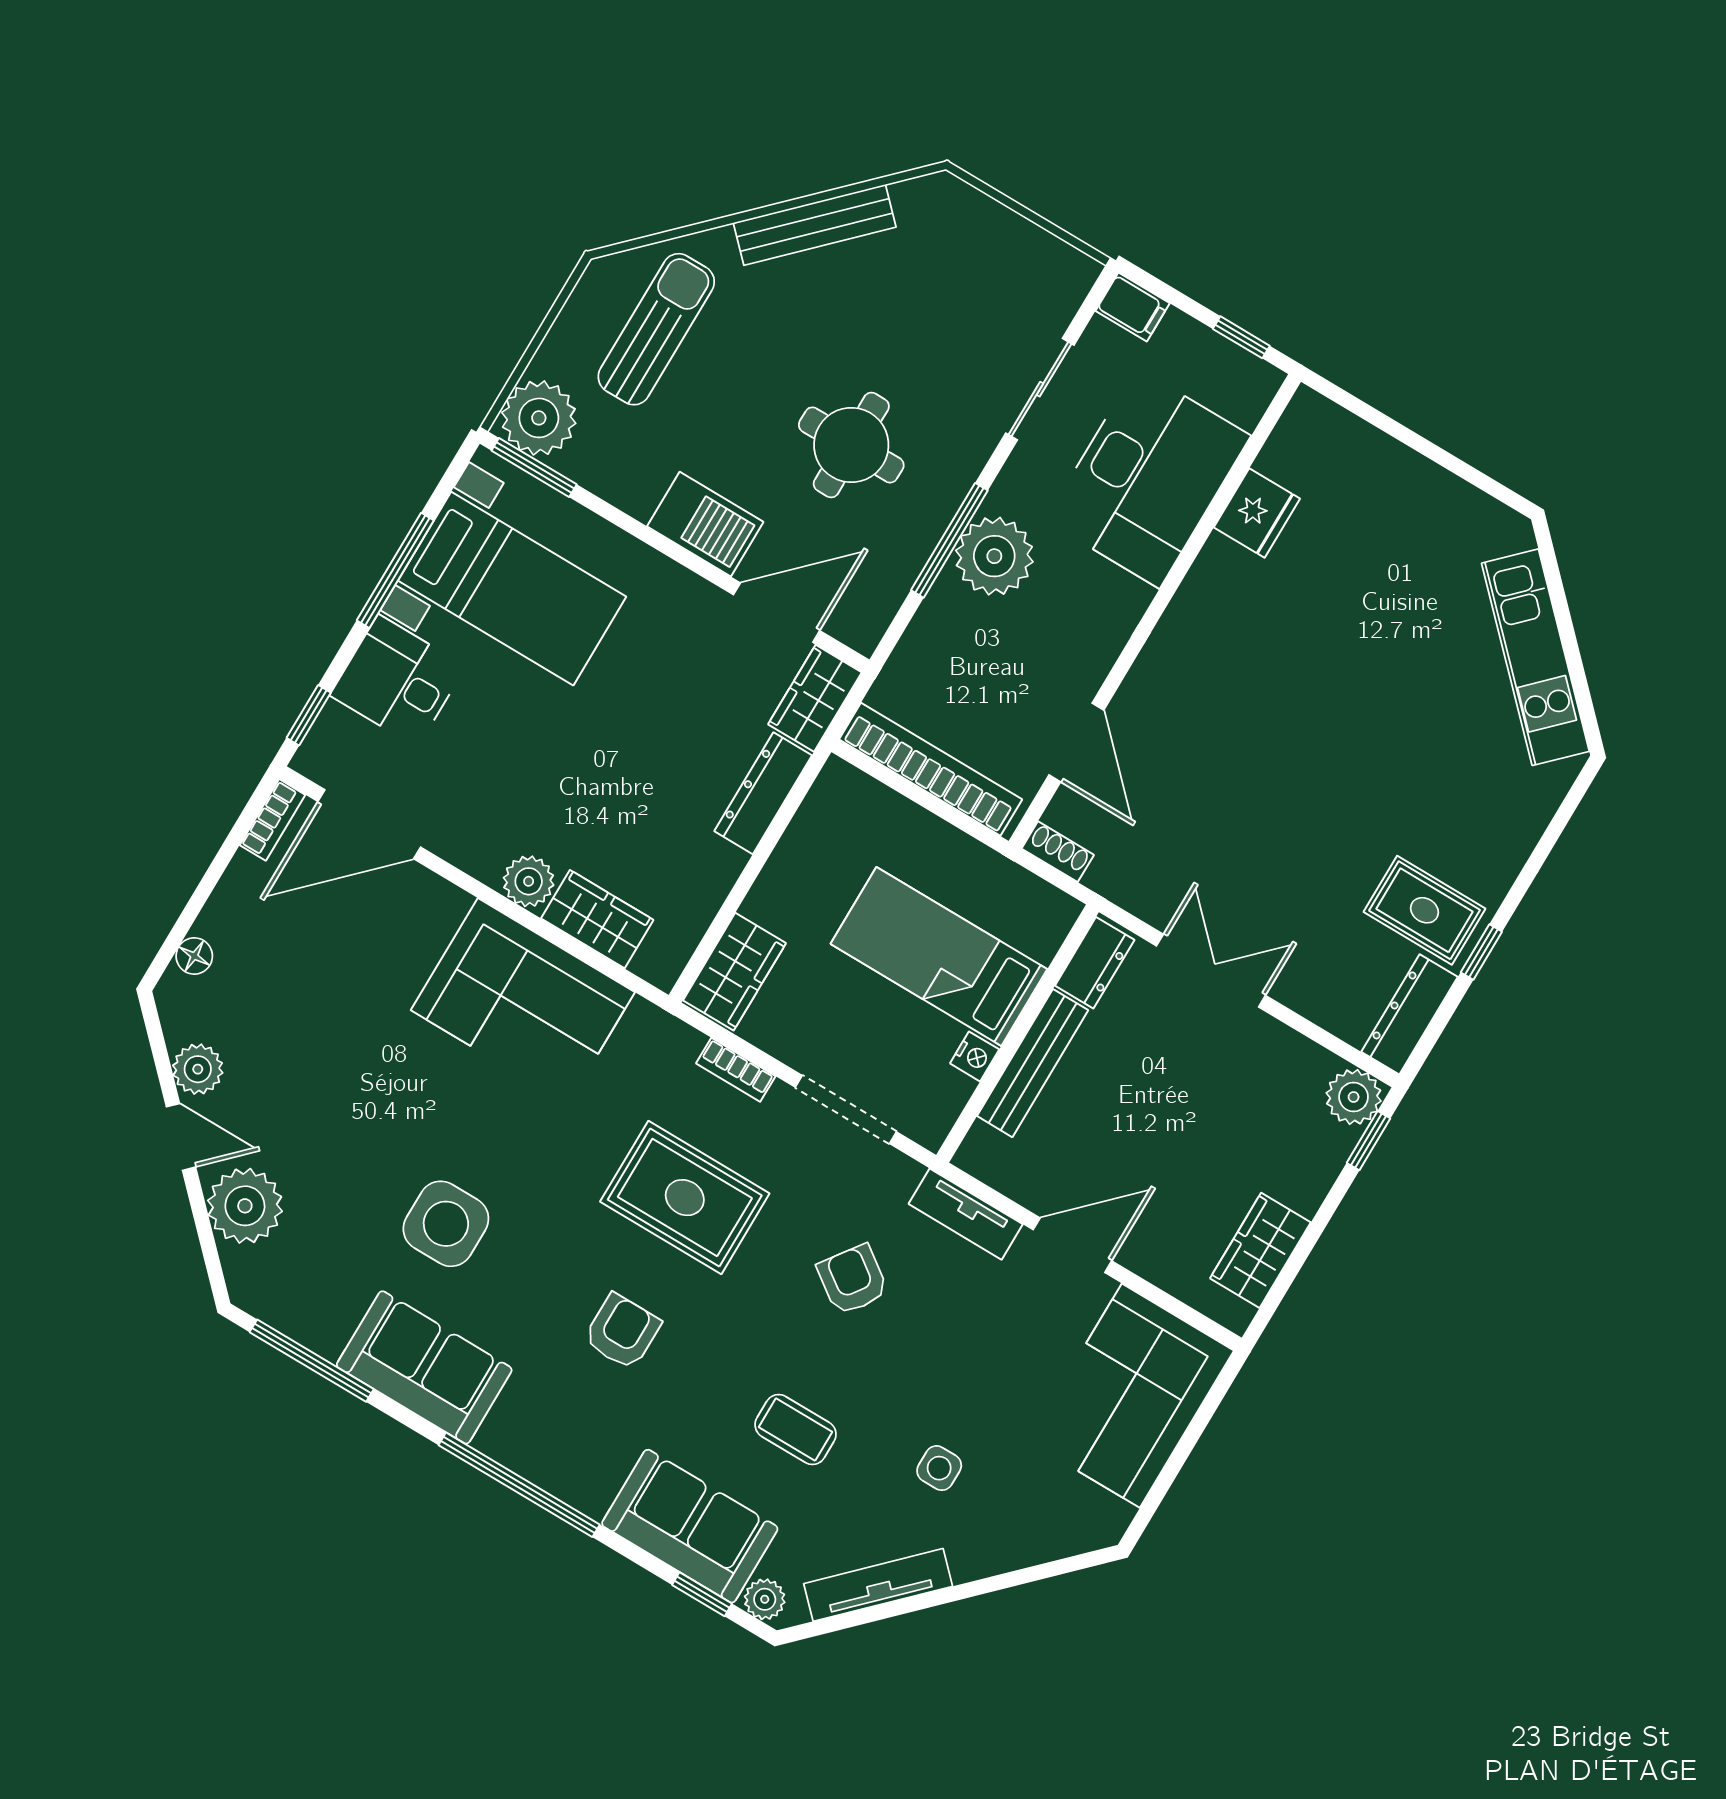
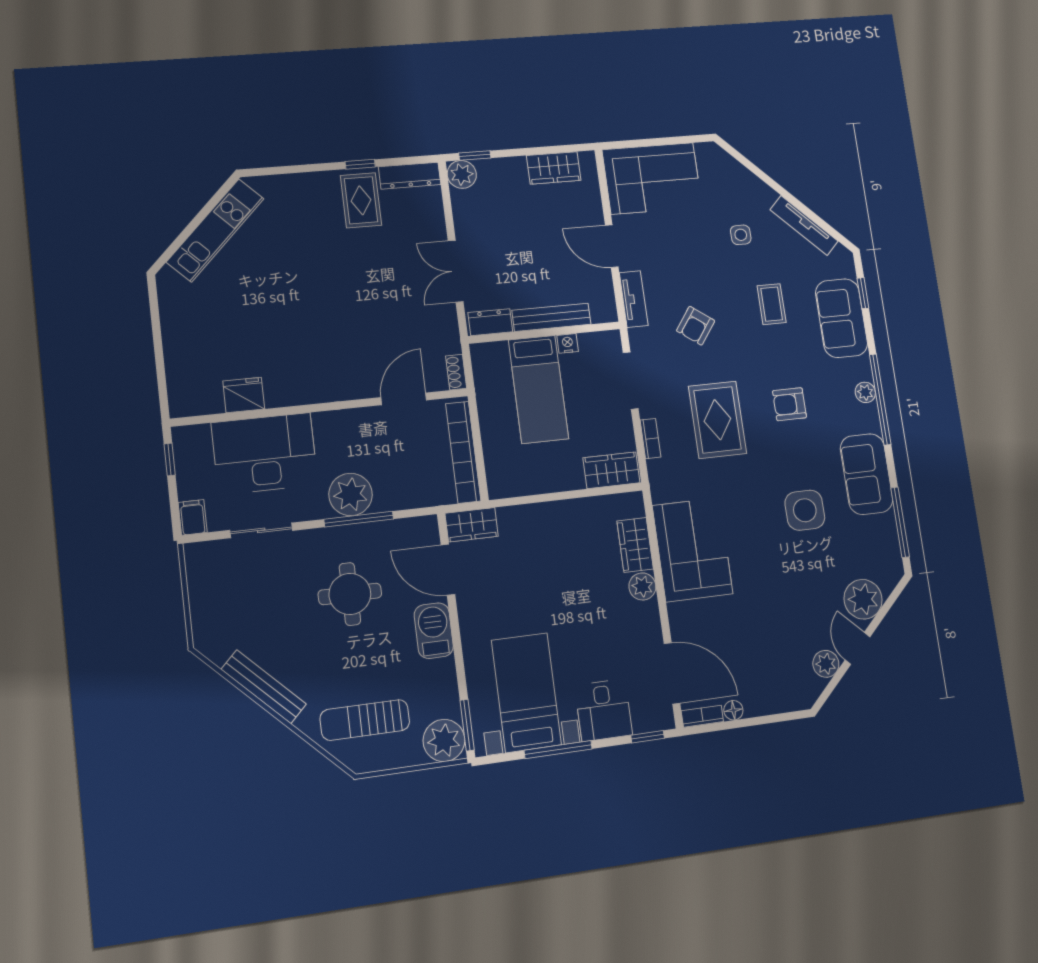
dresser: (763, 793) -> (529, 516), removed
floor lamp: (194, 956) -> (733, 710), moved
plant: (765, 1599) -> (865, 392), moved

